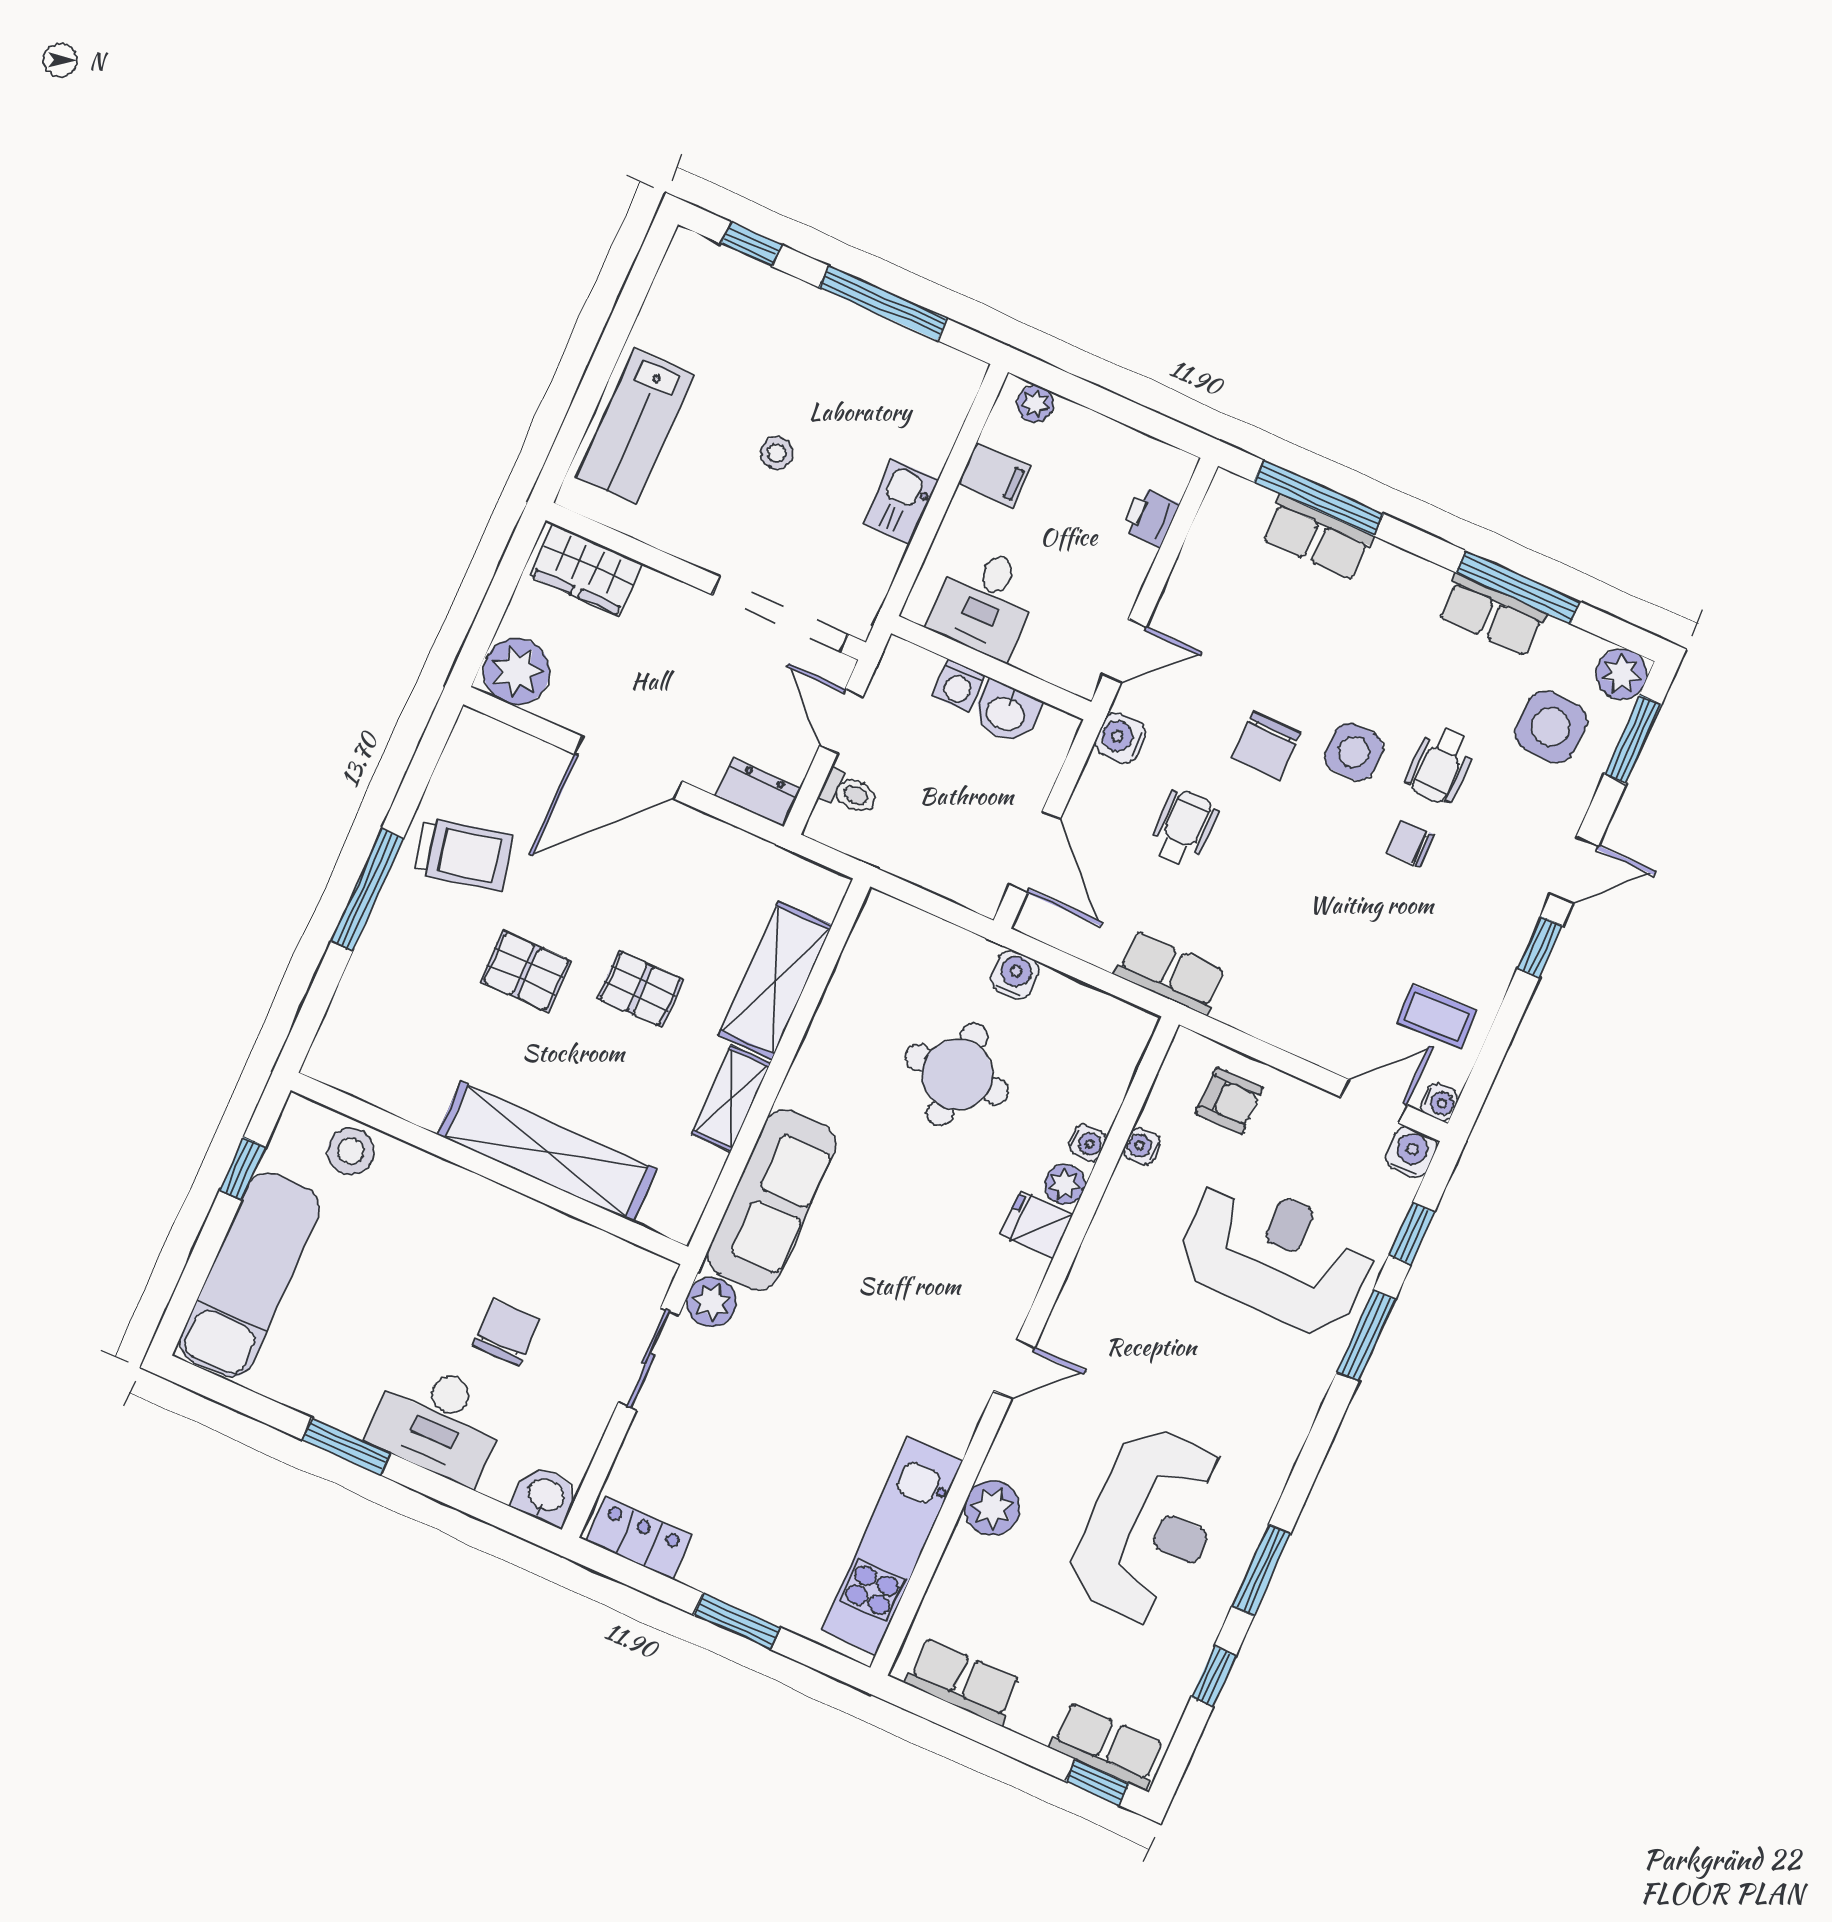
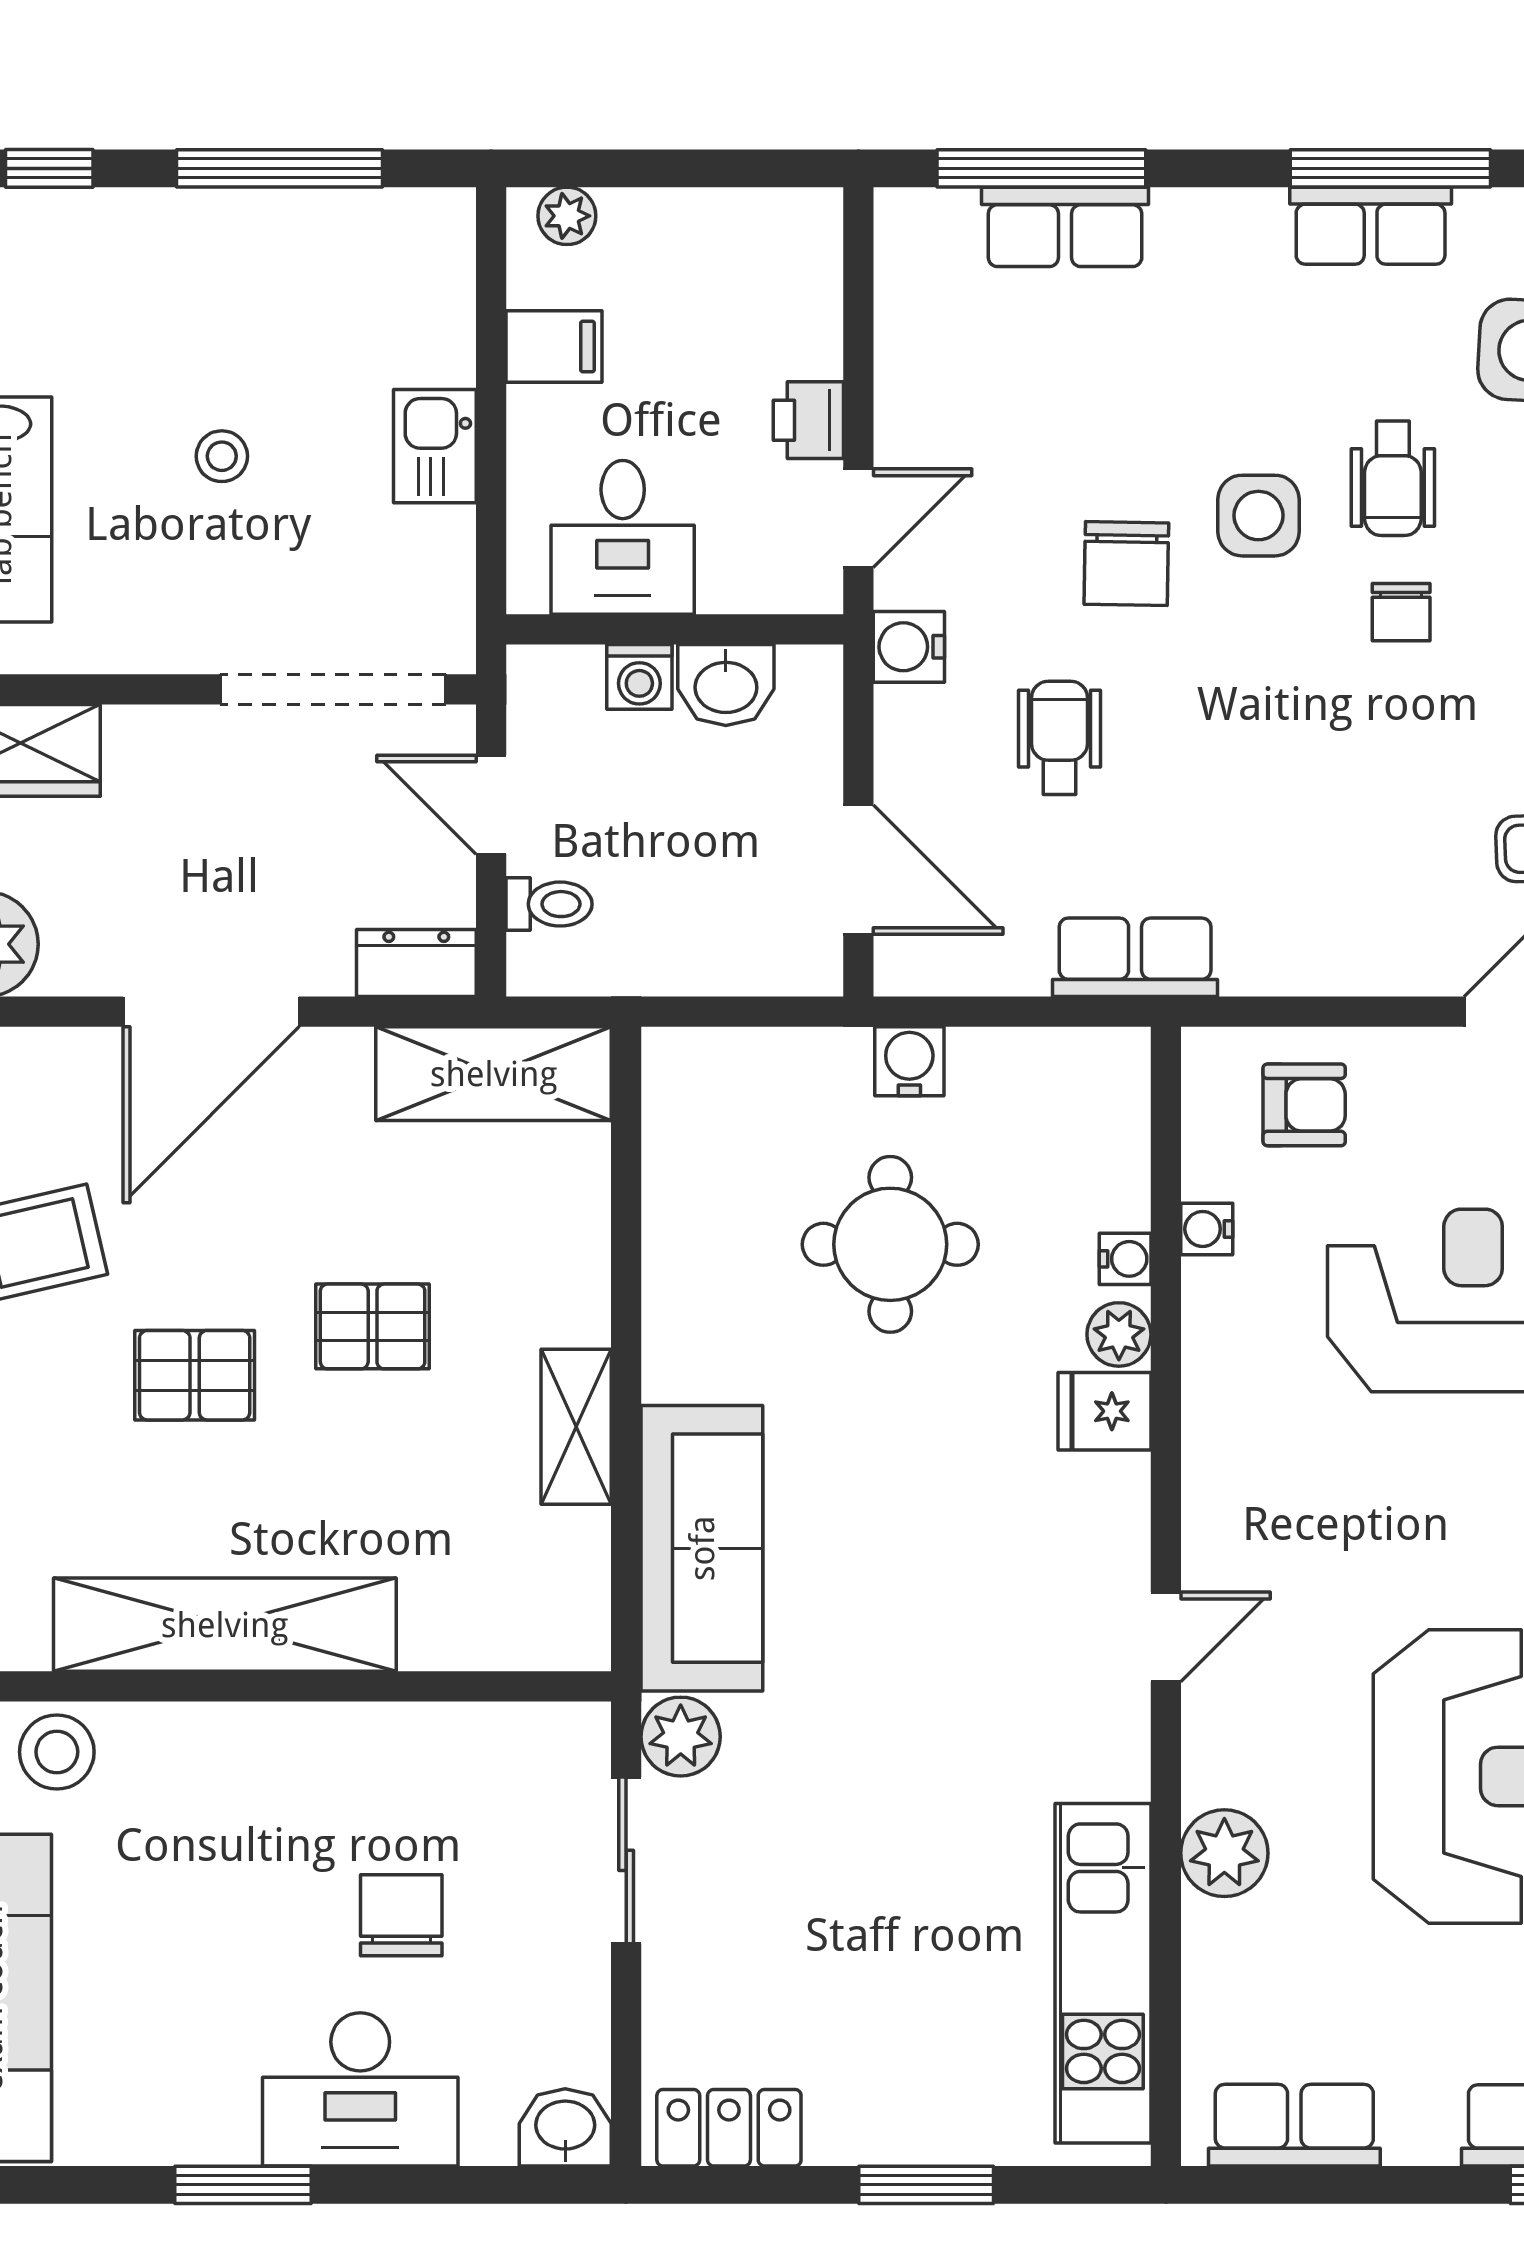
printer: (1150, 517) -> (808, 420), moved
chair: (1411, 844) -> (1401, 612), turned -90
shelving: (775, 980) -> (494, 1074), moved, turned 90
shelving: (547, 1152) -> (225, 1625), moved

